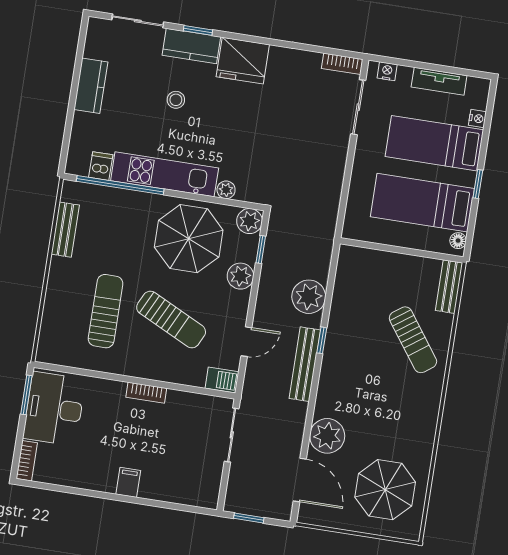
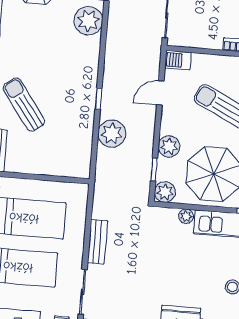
bench: (305, 364) -> (97, 242), moved, width x0.73

